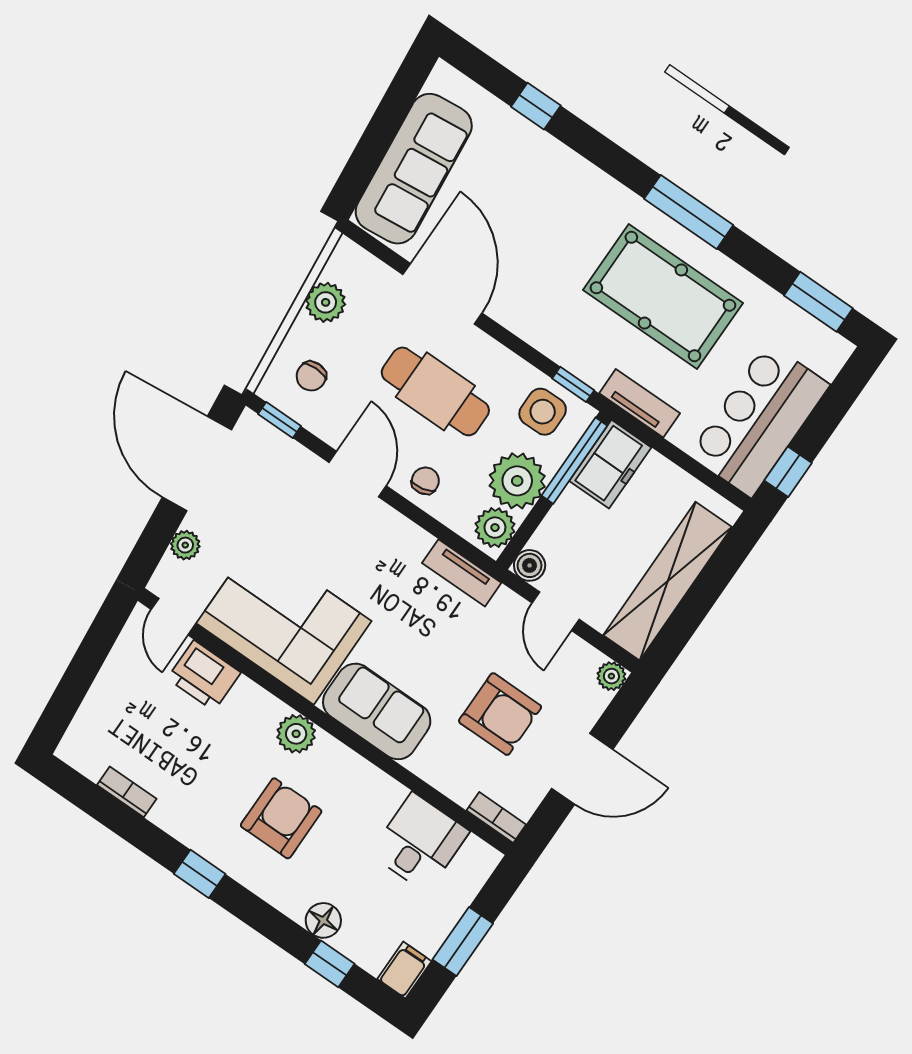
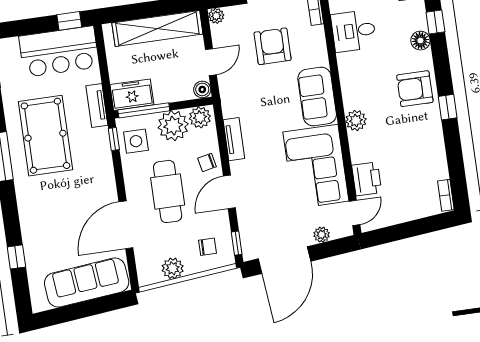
tv unit: (462, 573) -> (234, 139), moved
bookcase: (127, 792) -> (446, 195), moved
armchair: (281, 818) -> (415, 89), moved

